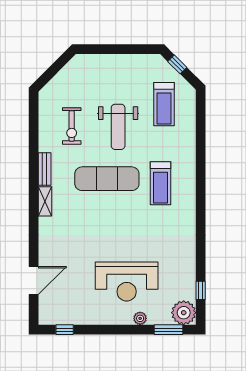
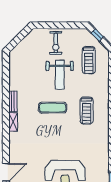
exercise bike: (72, 126) -> (56, 43), moved
exercise mat: (107, 179) -> (53, 108), width x0.73, depth x0.69

